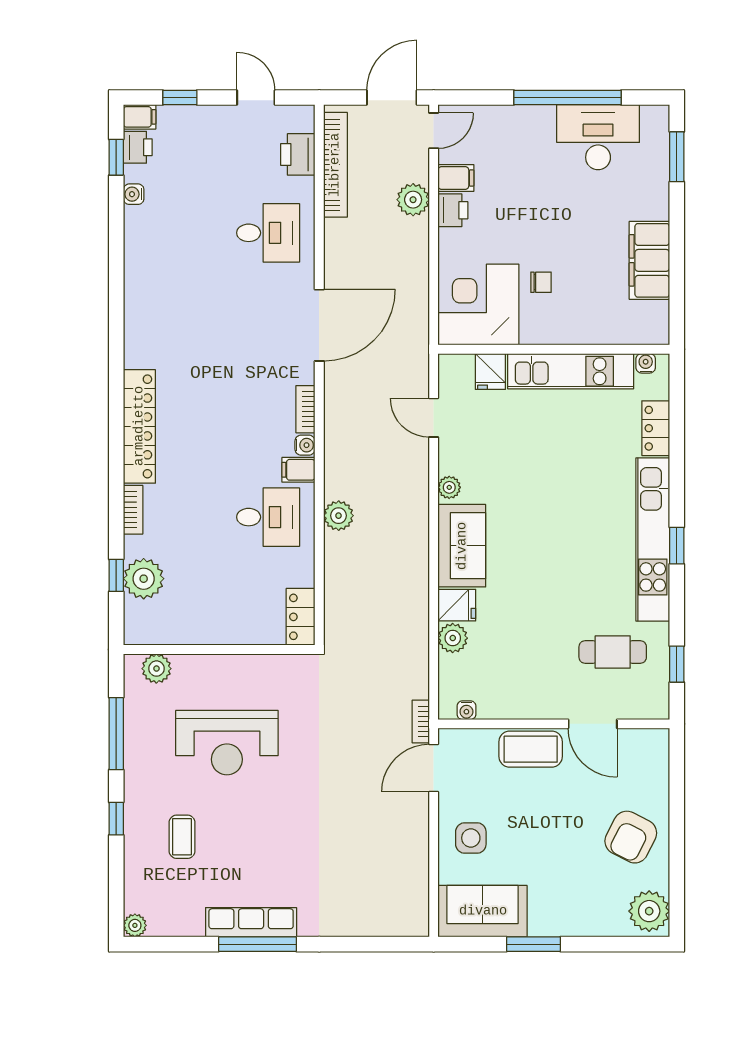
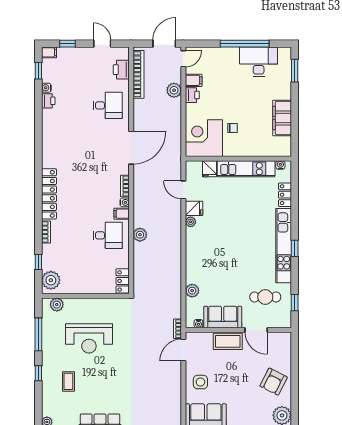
printer: (138, 147) -> (48, 101), moved
sofa: (462, 546) -> (223, 317), moved, turned -90
plant: (144, 579) -> (51, 280), moved
fridge: (457, 605) -> (194, 208), moved

